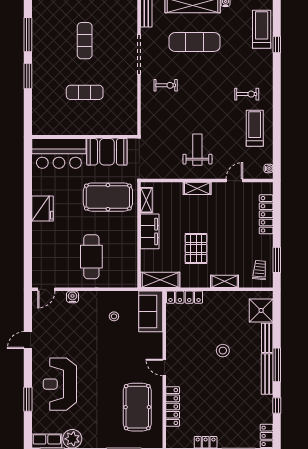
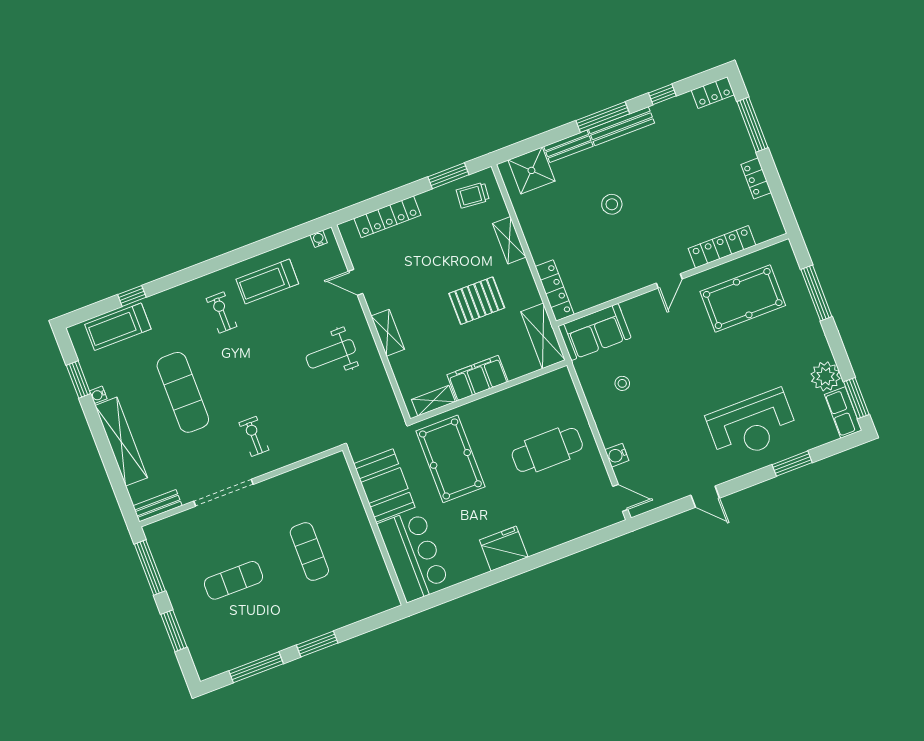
exercise mat: (195, 42) -> (183, 392), moved

